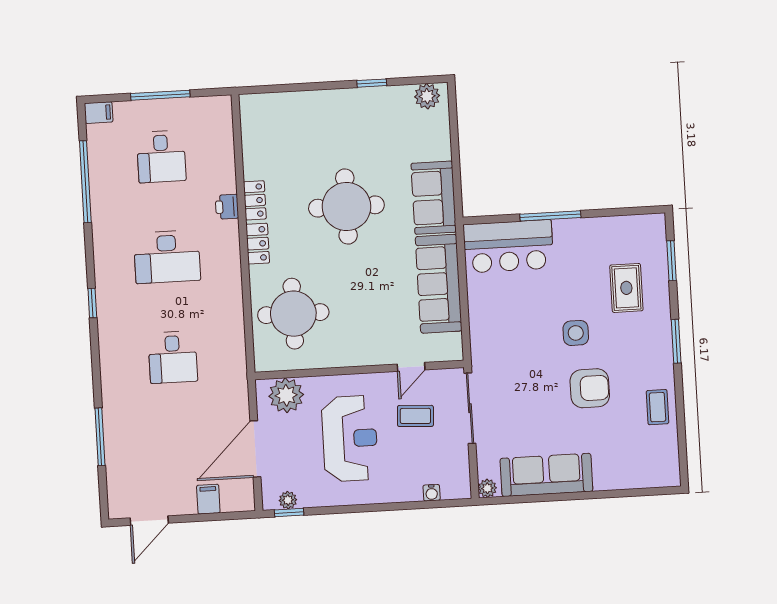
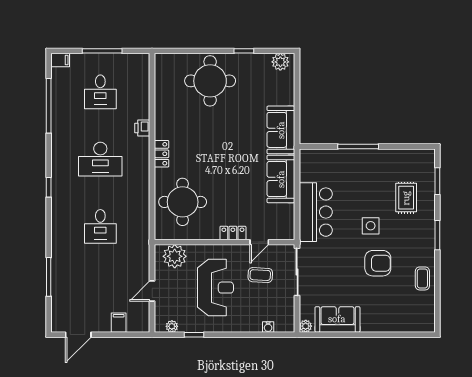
locker: (255, 200) -> (233, 233), moved, turned -90
round table: (346, 206) -> (210, 81), moved
bar counter: (508, 246) -> (316, 212), moved, turned -90
sofa: (439, 284) -> (281, 179), width x0.73
door: (255, 449) -> (152, 291), width x0.53
sofa: (546, 475) -> (337, 319), width x0.73
window: (289, 512) -> (194, 335), moved

